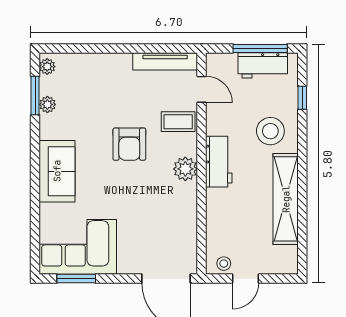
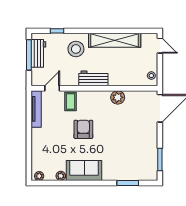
window: (35, 96) -> (128, 183), moved
armchair: (129, 144) -> (83, 129), turned -90
plant: (185, 169) -> (118, 97), moved
sofa: (57, 171) -> (84, 170), moved
corner sofa: (78, 247) -> (142, 159), removed
door: (246, 279) -> (160, 46), moved

